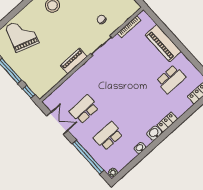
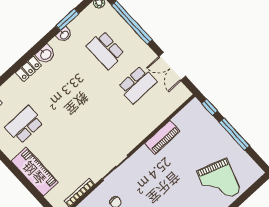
piano: (74, 61) -> (162, 137), moved
school desk: (108, 136) -> (106, 50), turned 90
window: (137, 160) -> (67, 20), added

